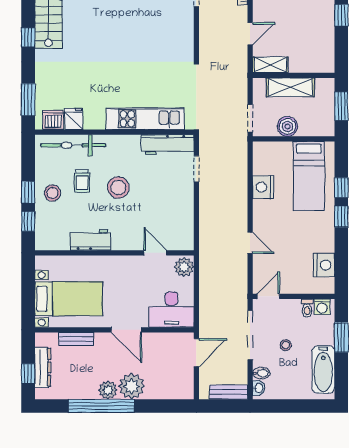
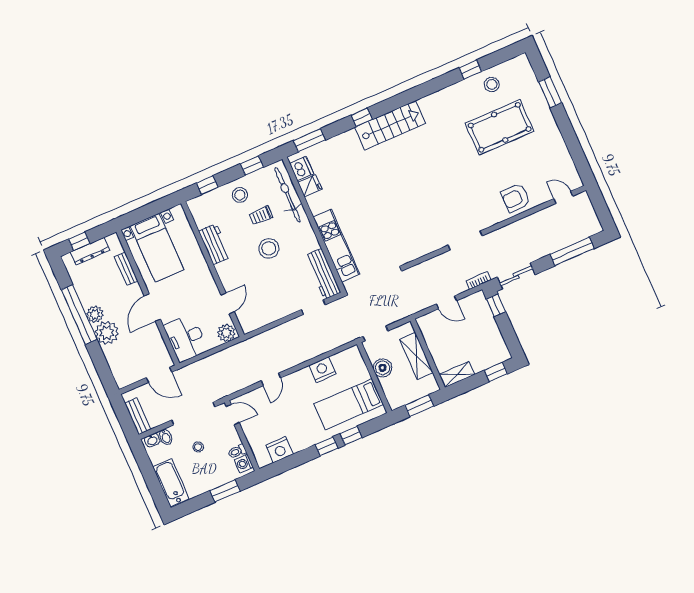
shelving: (270, 65) -> (457, 374), moved, turned 90
window: (28, 192) -> (252, 166), moved
bathtub: (323, 369) -> (171, 483), moved, turned 90

